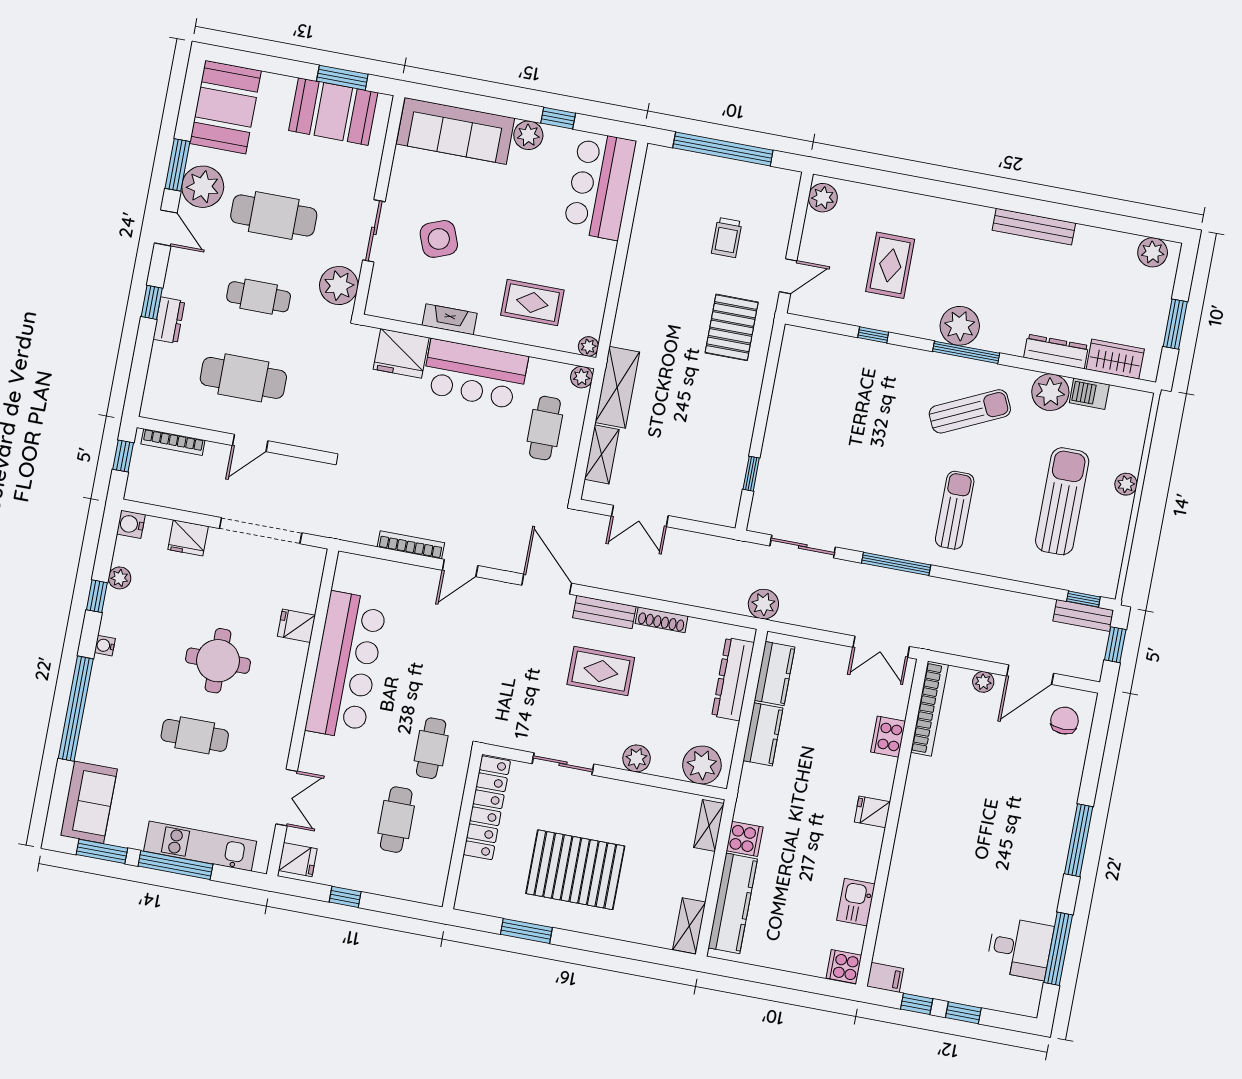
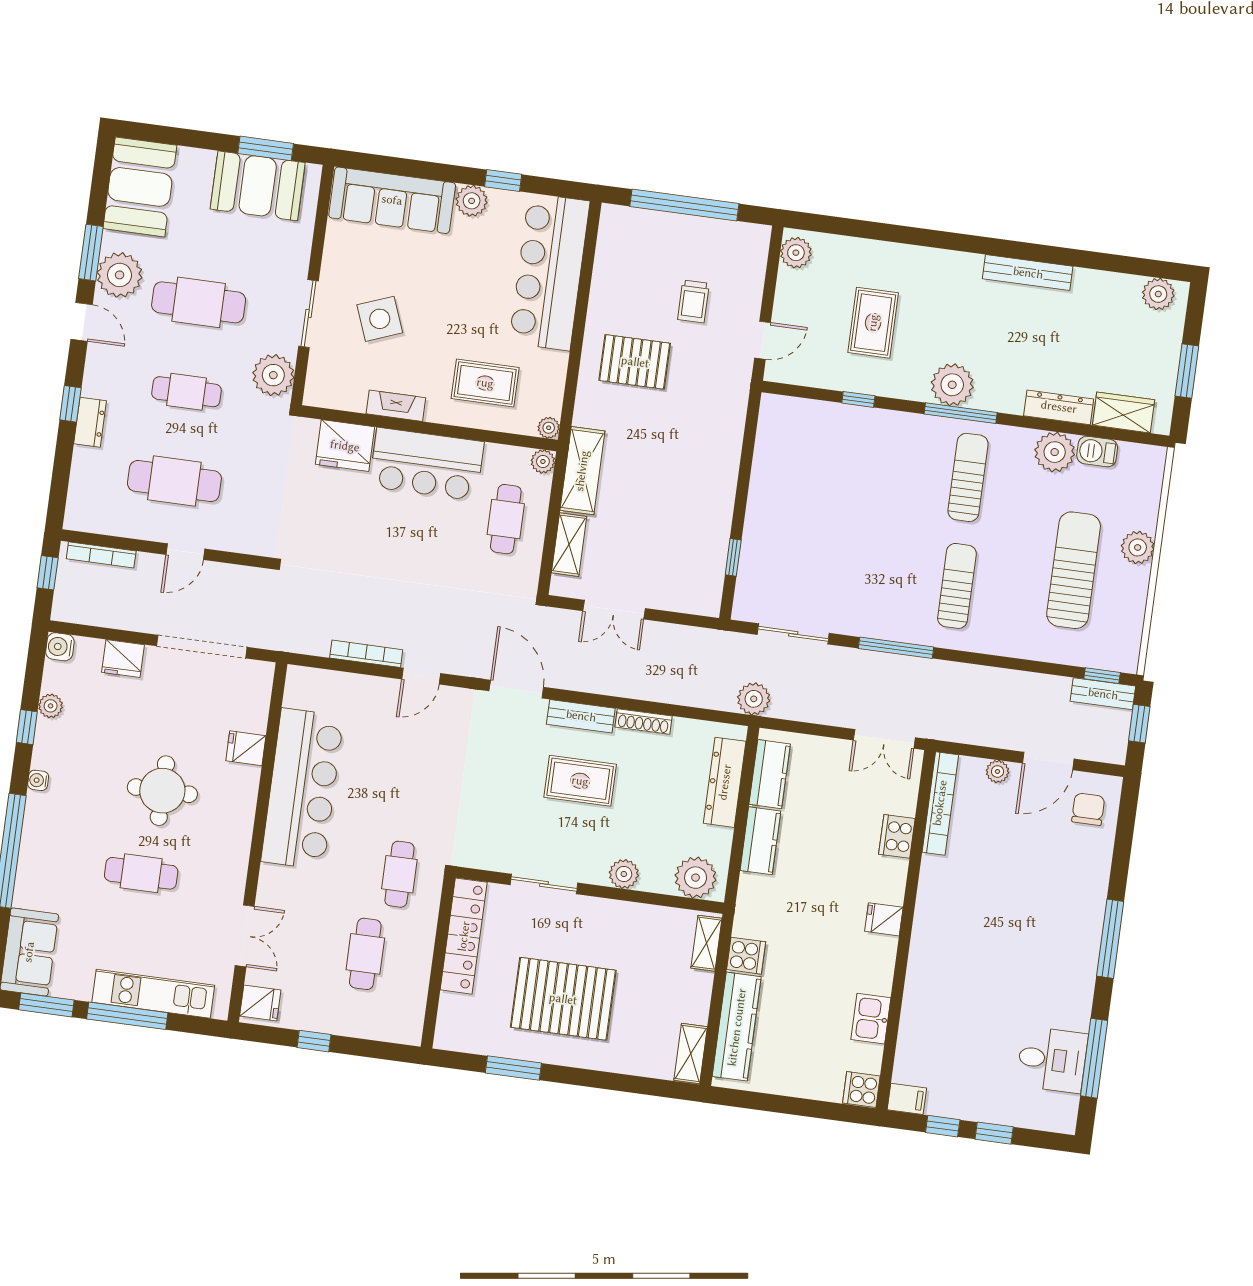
bar counter: (600, 186) -> (549, 272), width x1.36
pallet: (732, 327) -> (635, 362), moved, turned 90
sun lounger: (970, 411) -> (968, 477), turned -65
plant: (1126, 484) -> (1138, 547), width x1.38, depth x1.38

